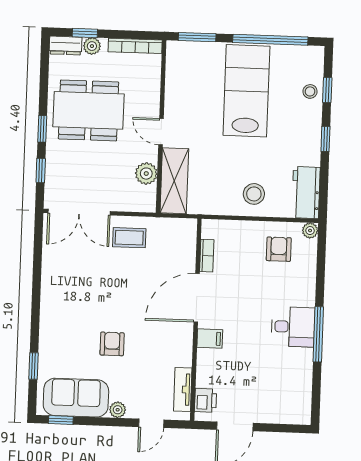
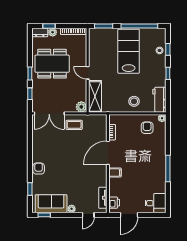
plant: (146, 174) -> (81, 107), moved
desk: (293, 327) -> (155, 203), moved
armchair: (112, 344) -> (39, 169), moved

